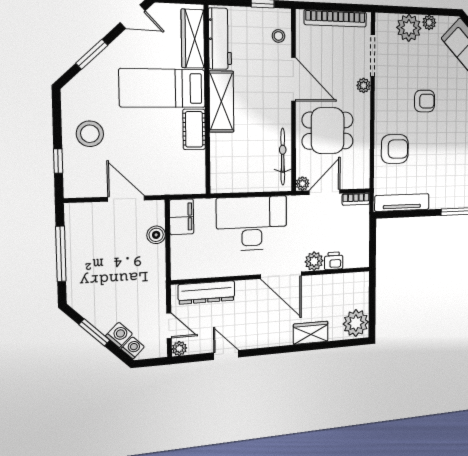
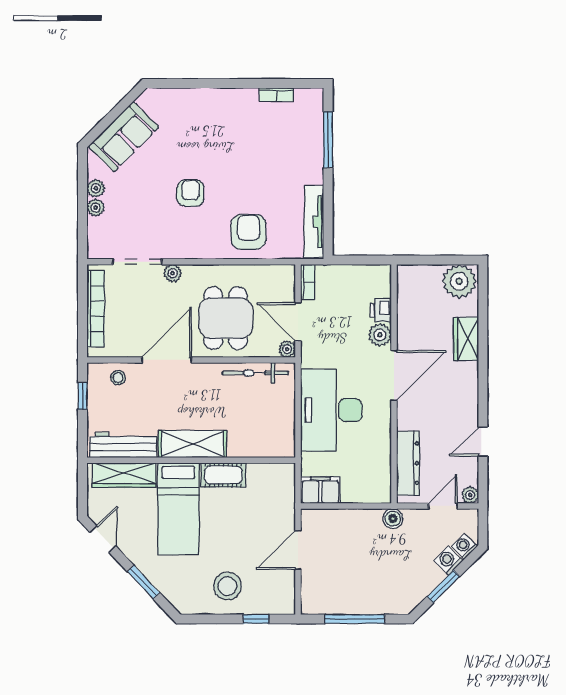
plant: (409, 28) -> (96, 208), width x0.53, depth x0.53
boiler: (156, 235) -> (393, 519), moved

